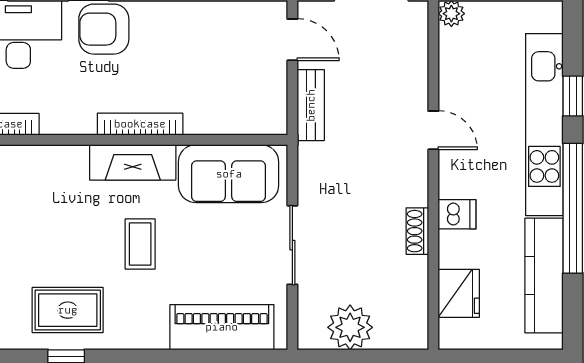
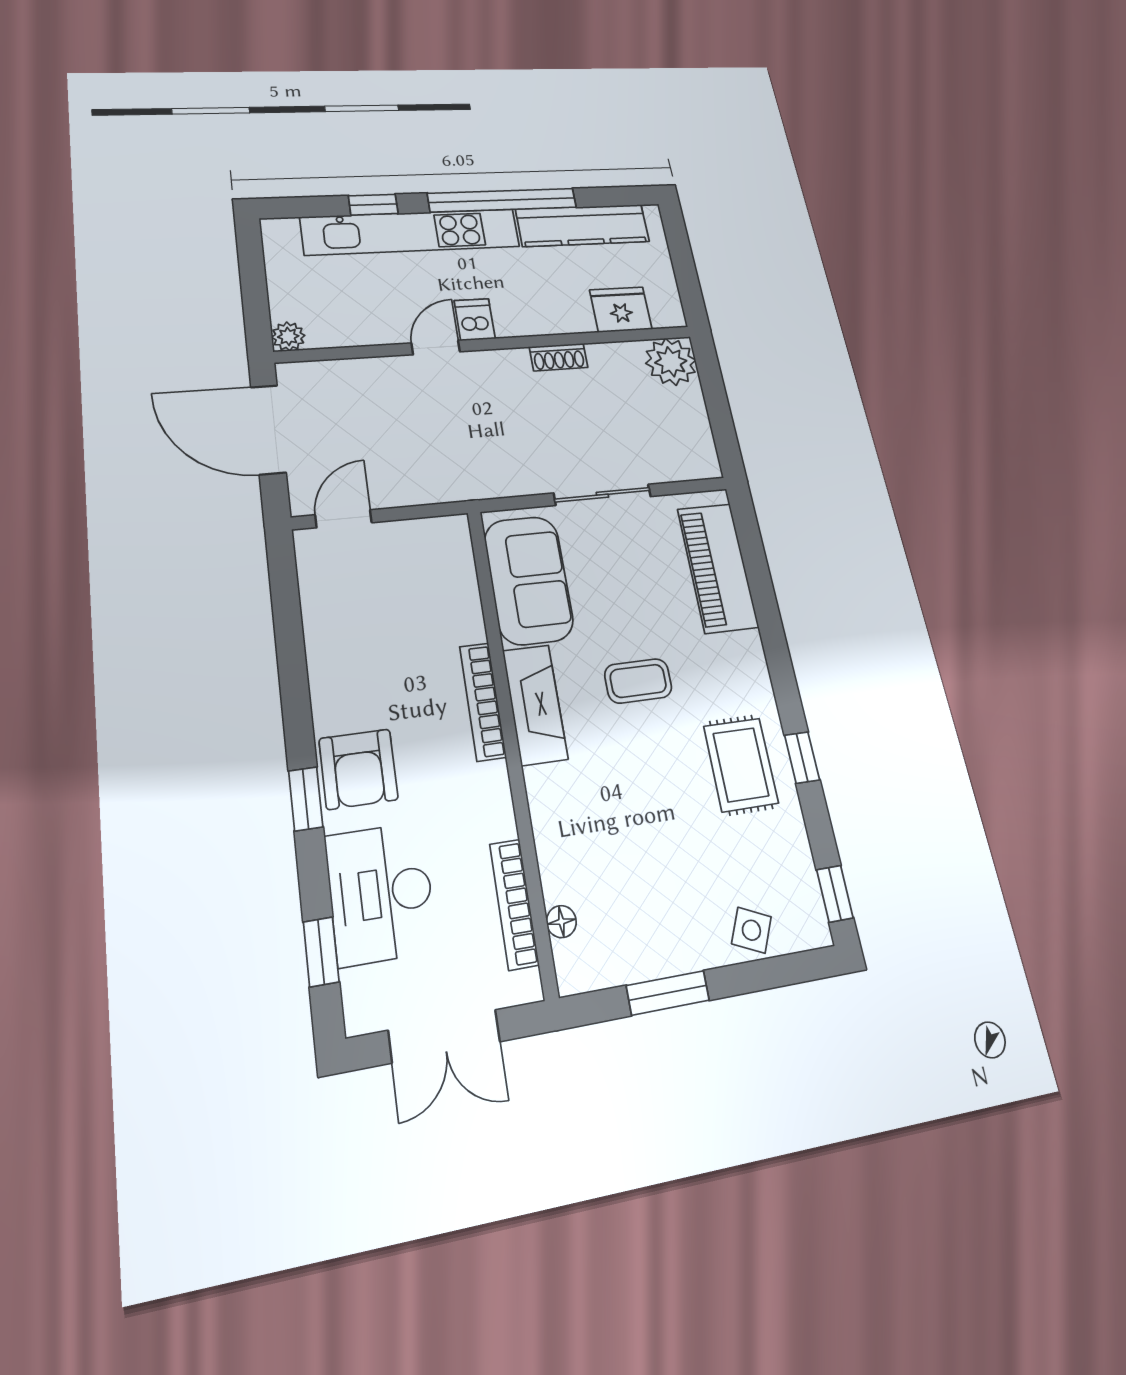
bench: (311, 105) -> (426, 489), removed
dishwasher: (457, 214) -> (475, 320), moved
plant: (350, 327) -> (671, 362), moved

